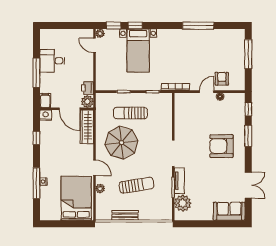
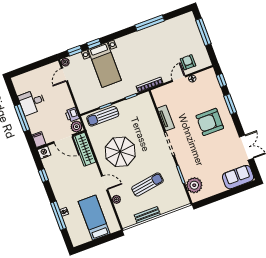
door: (95, 45) -> (64, 75), hinge flipped
sun lounger: (130, 113) -> (103, 116), moved
tv unit: (179, 181) -> (166, 118), moved
bed: (76, 198) -> (94, 218), width x0.67

